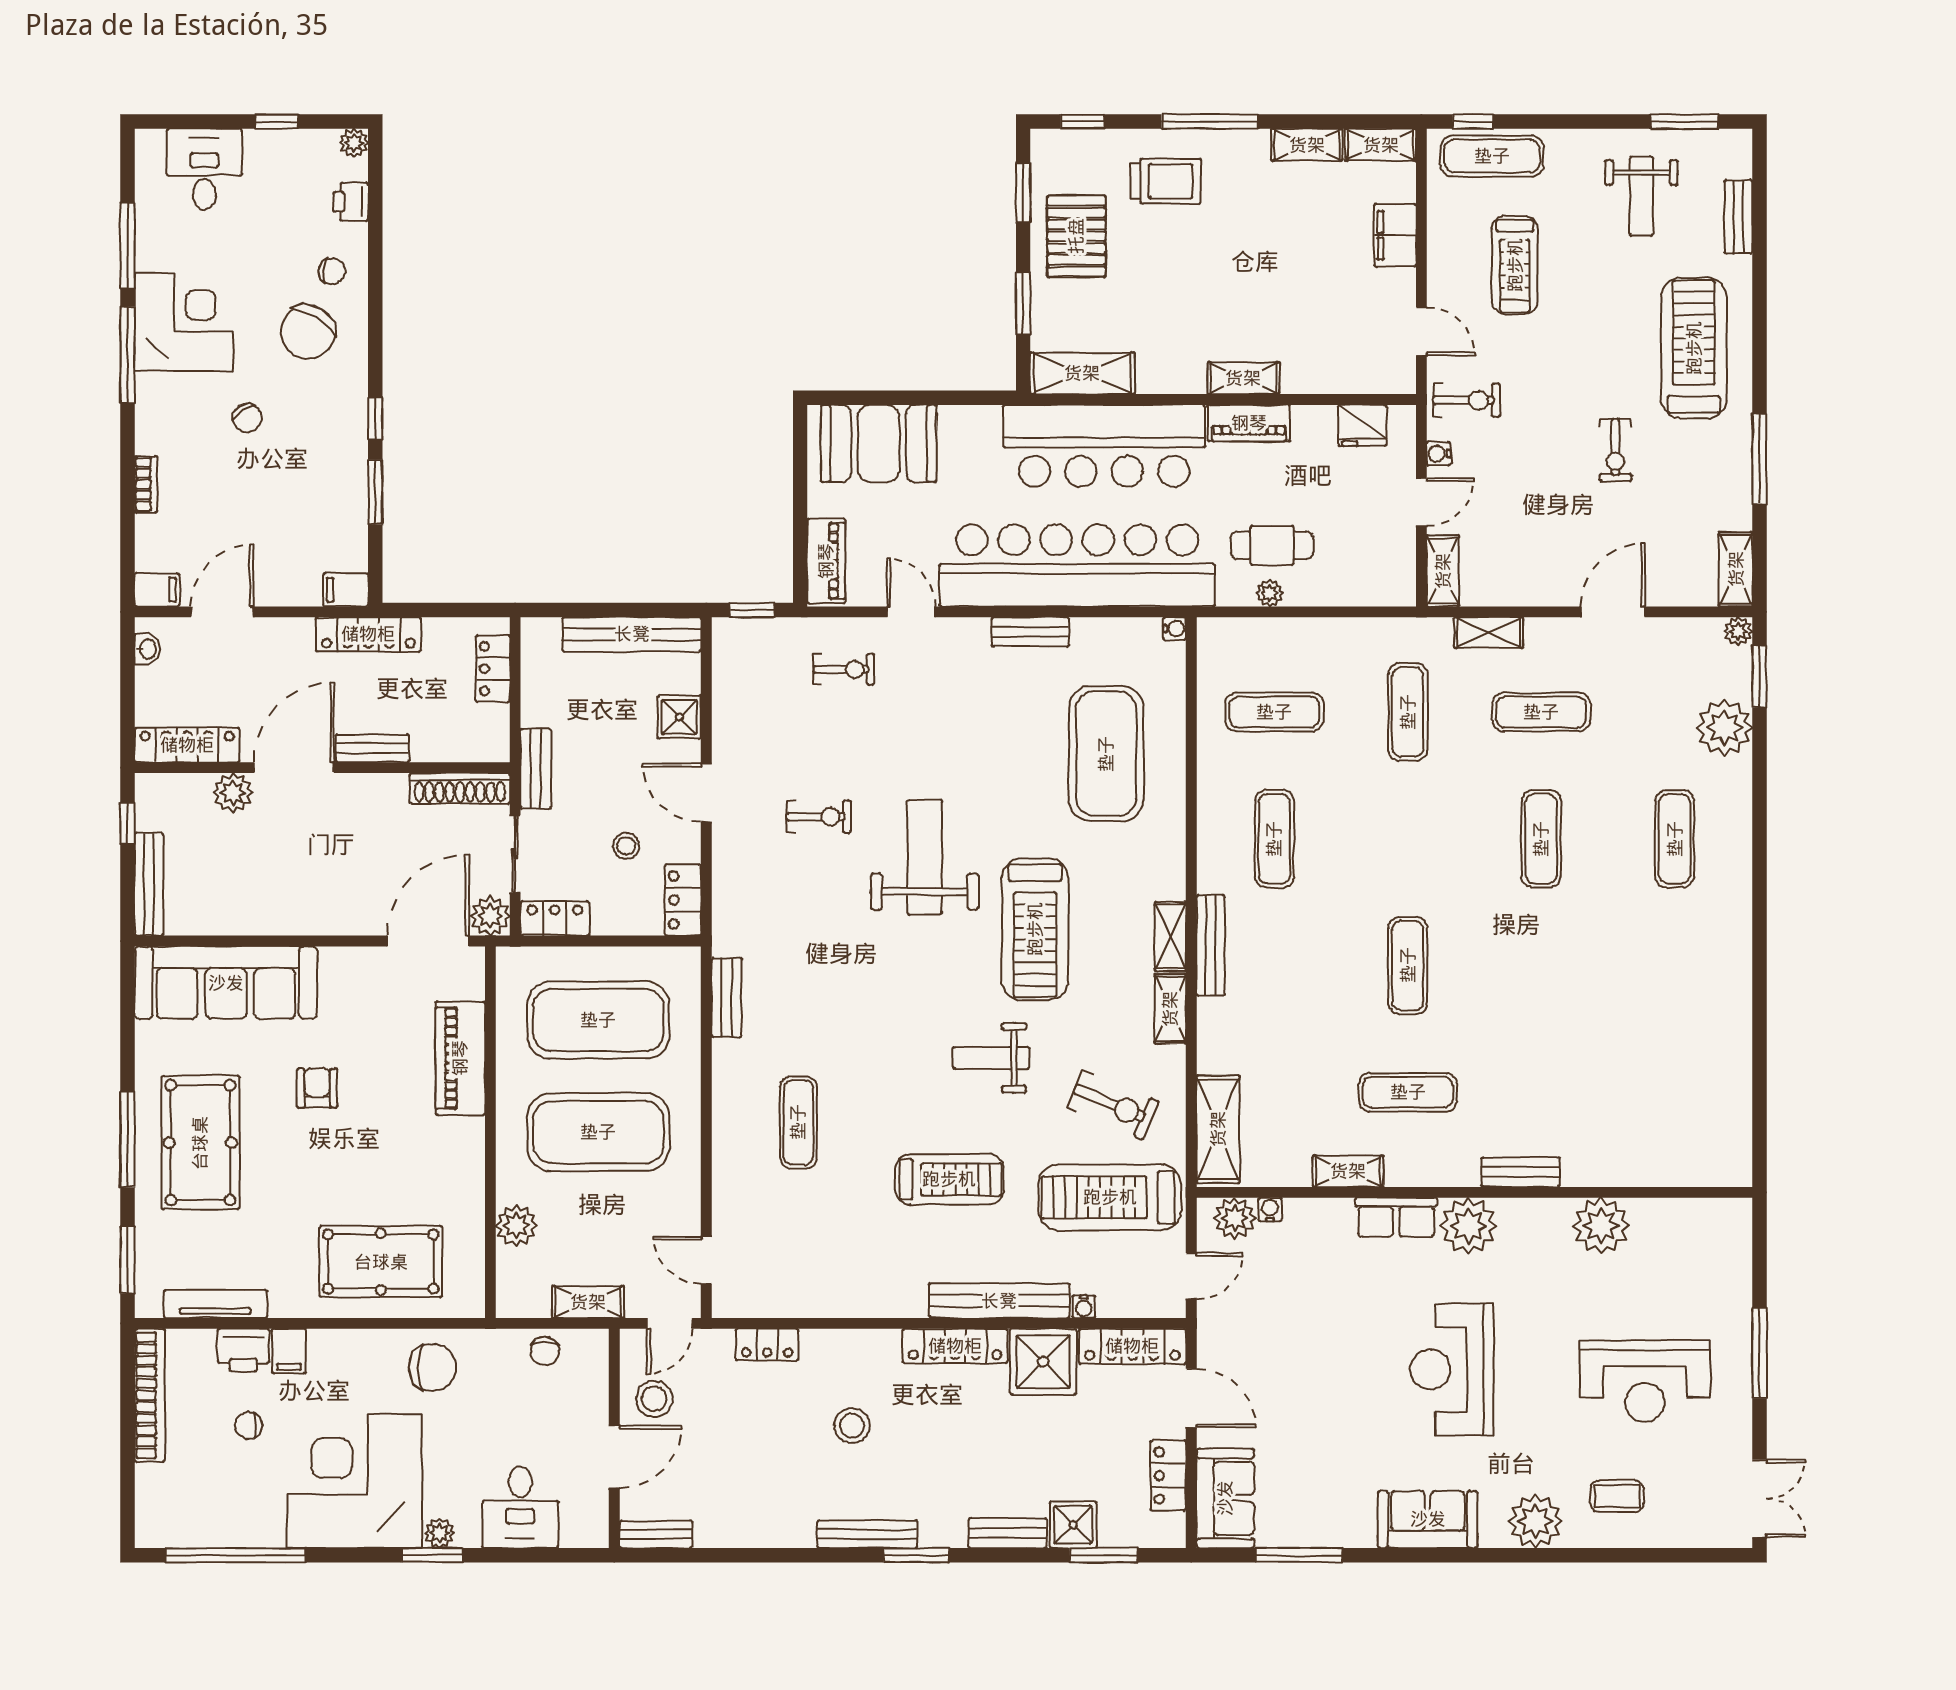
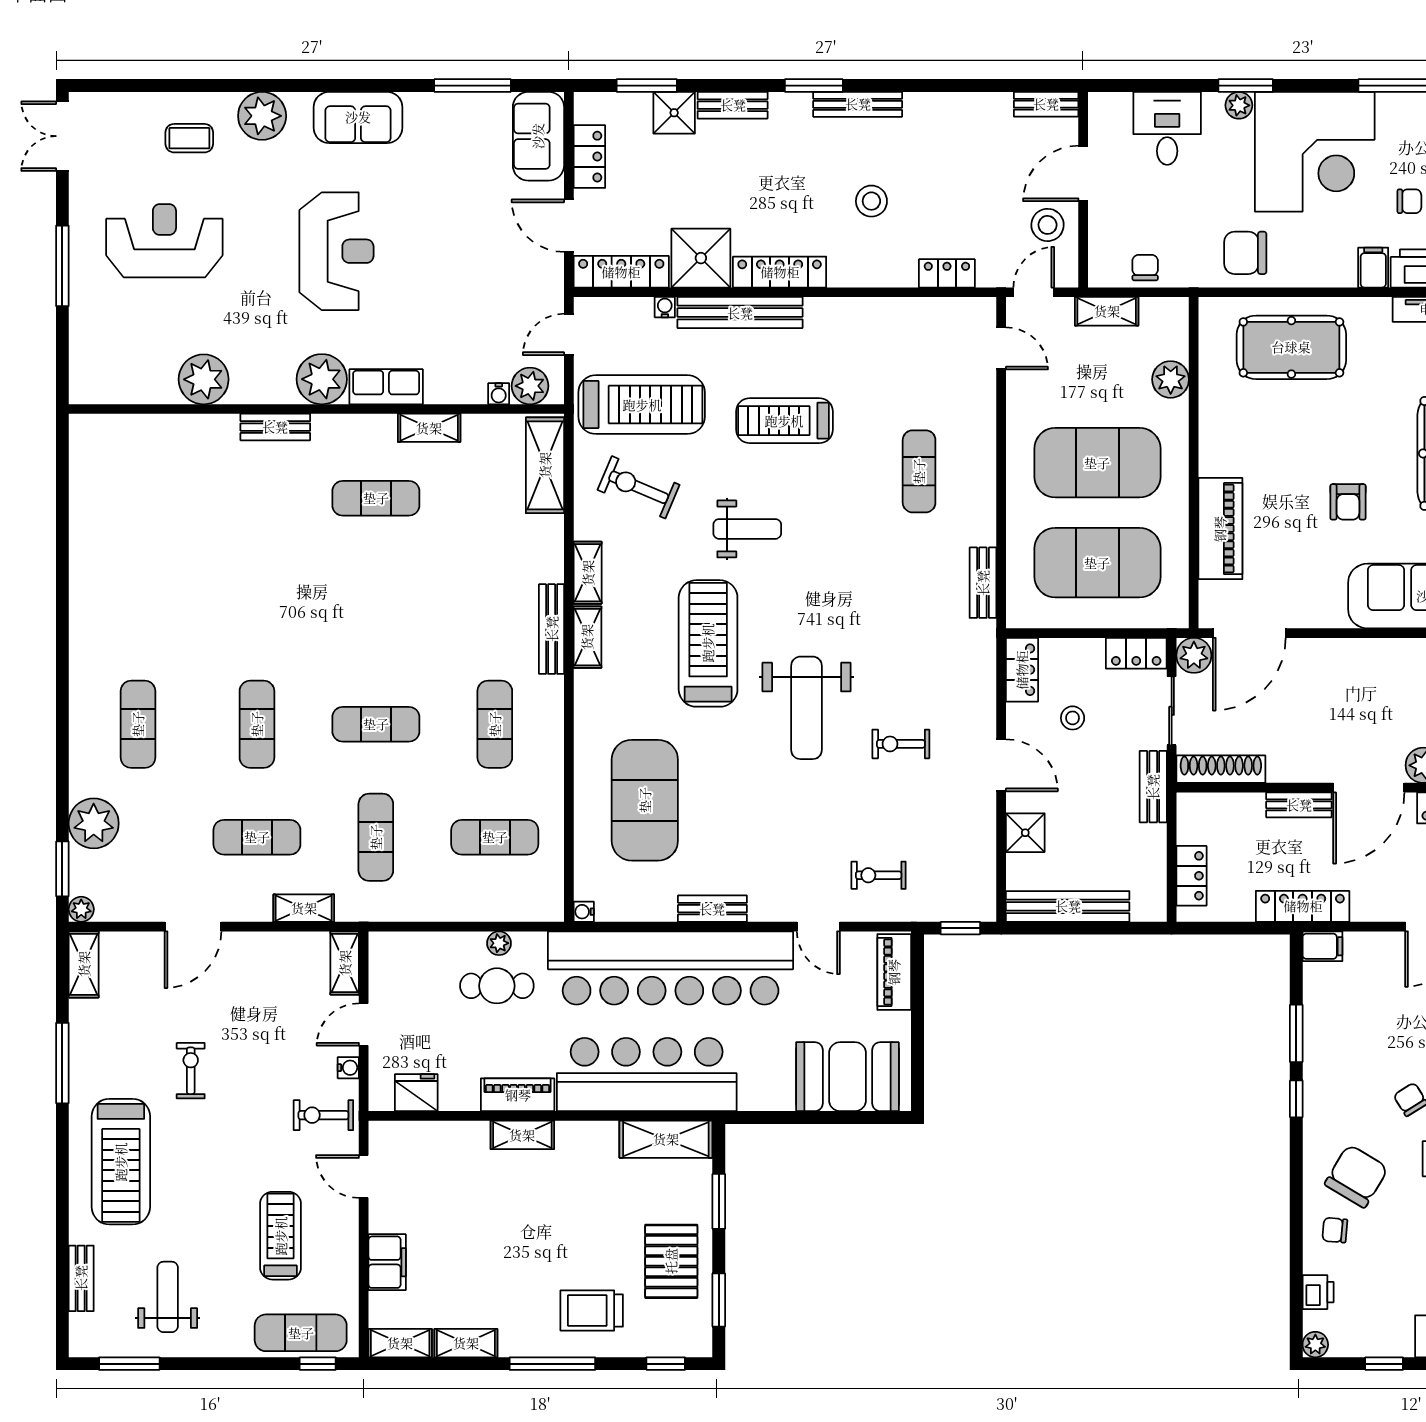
exercise mat: (1408, 965) -> (376, 724), moved, turned 90

